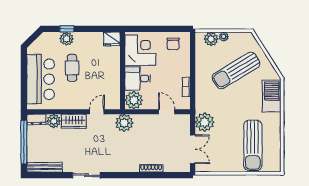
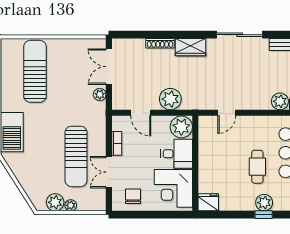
plant: (211, 39) -> (55, 202), moved
double door: (193, 63) -> (109, 172), added
sun lounger: (236, 70) -> (76, 156), moved, turned 121
wardrobe: (74, 121) -> (191, 47), moved, turned 180
plant: (205, 122) -> (100, 95), width x0.53, depth x0.53
plant: (124, 123) -> (170, 99), moved
sliding door: (86, 175) -> (240, 35), width x1.37

